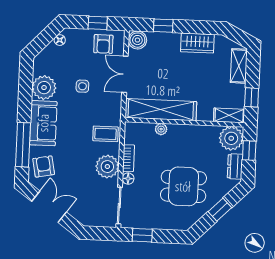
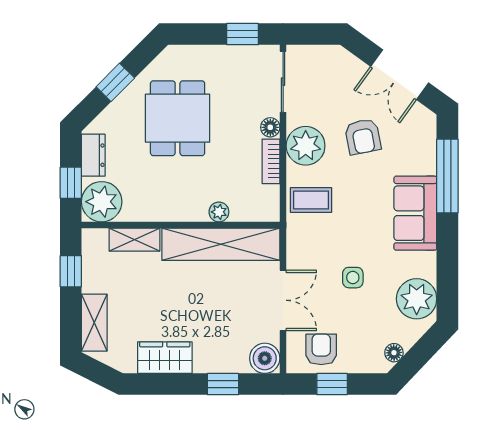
plant: (44, 88) -> (417, 299), moved
shelving: (229, 115) -> (134, 240), moved
armchair: (44, 166) -> (363, 137), moved
dining table: (183, 186) -> (178, 118), turned 90

